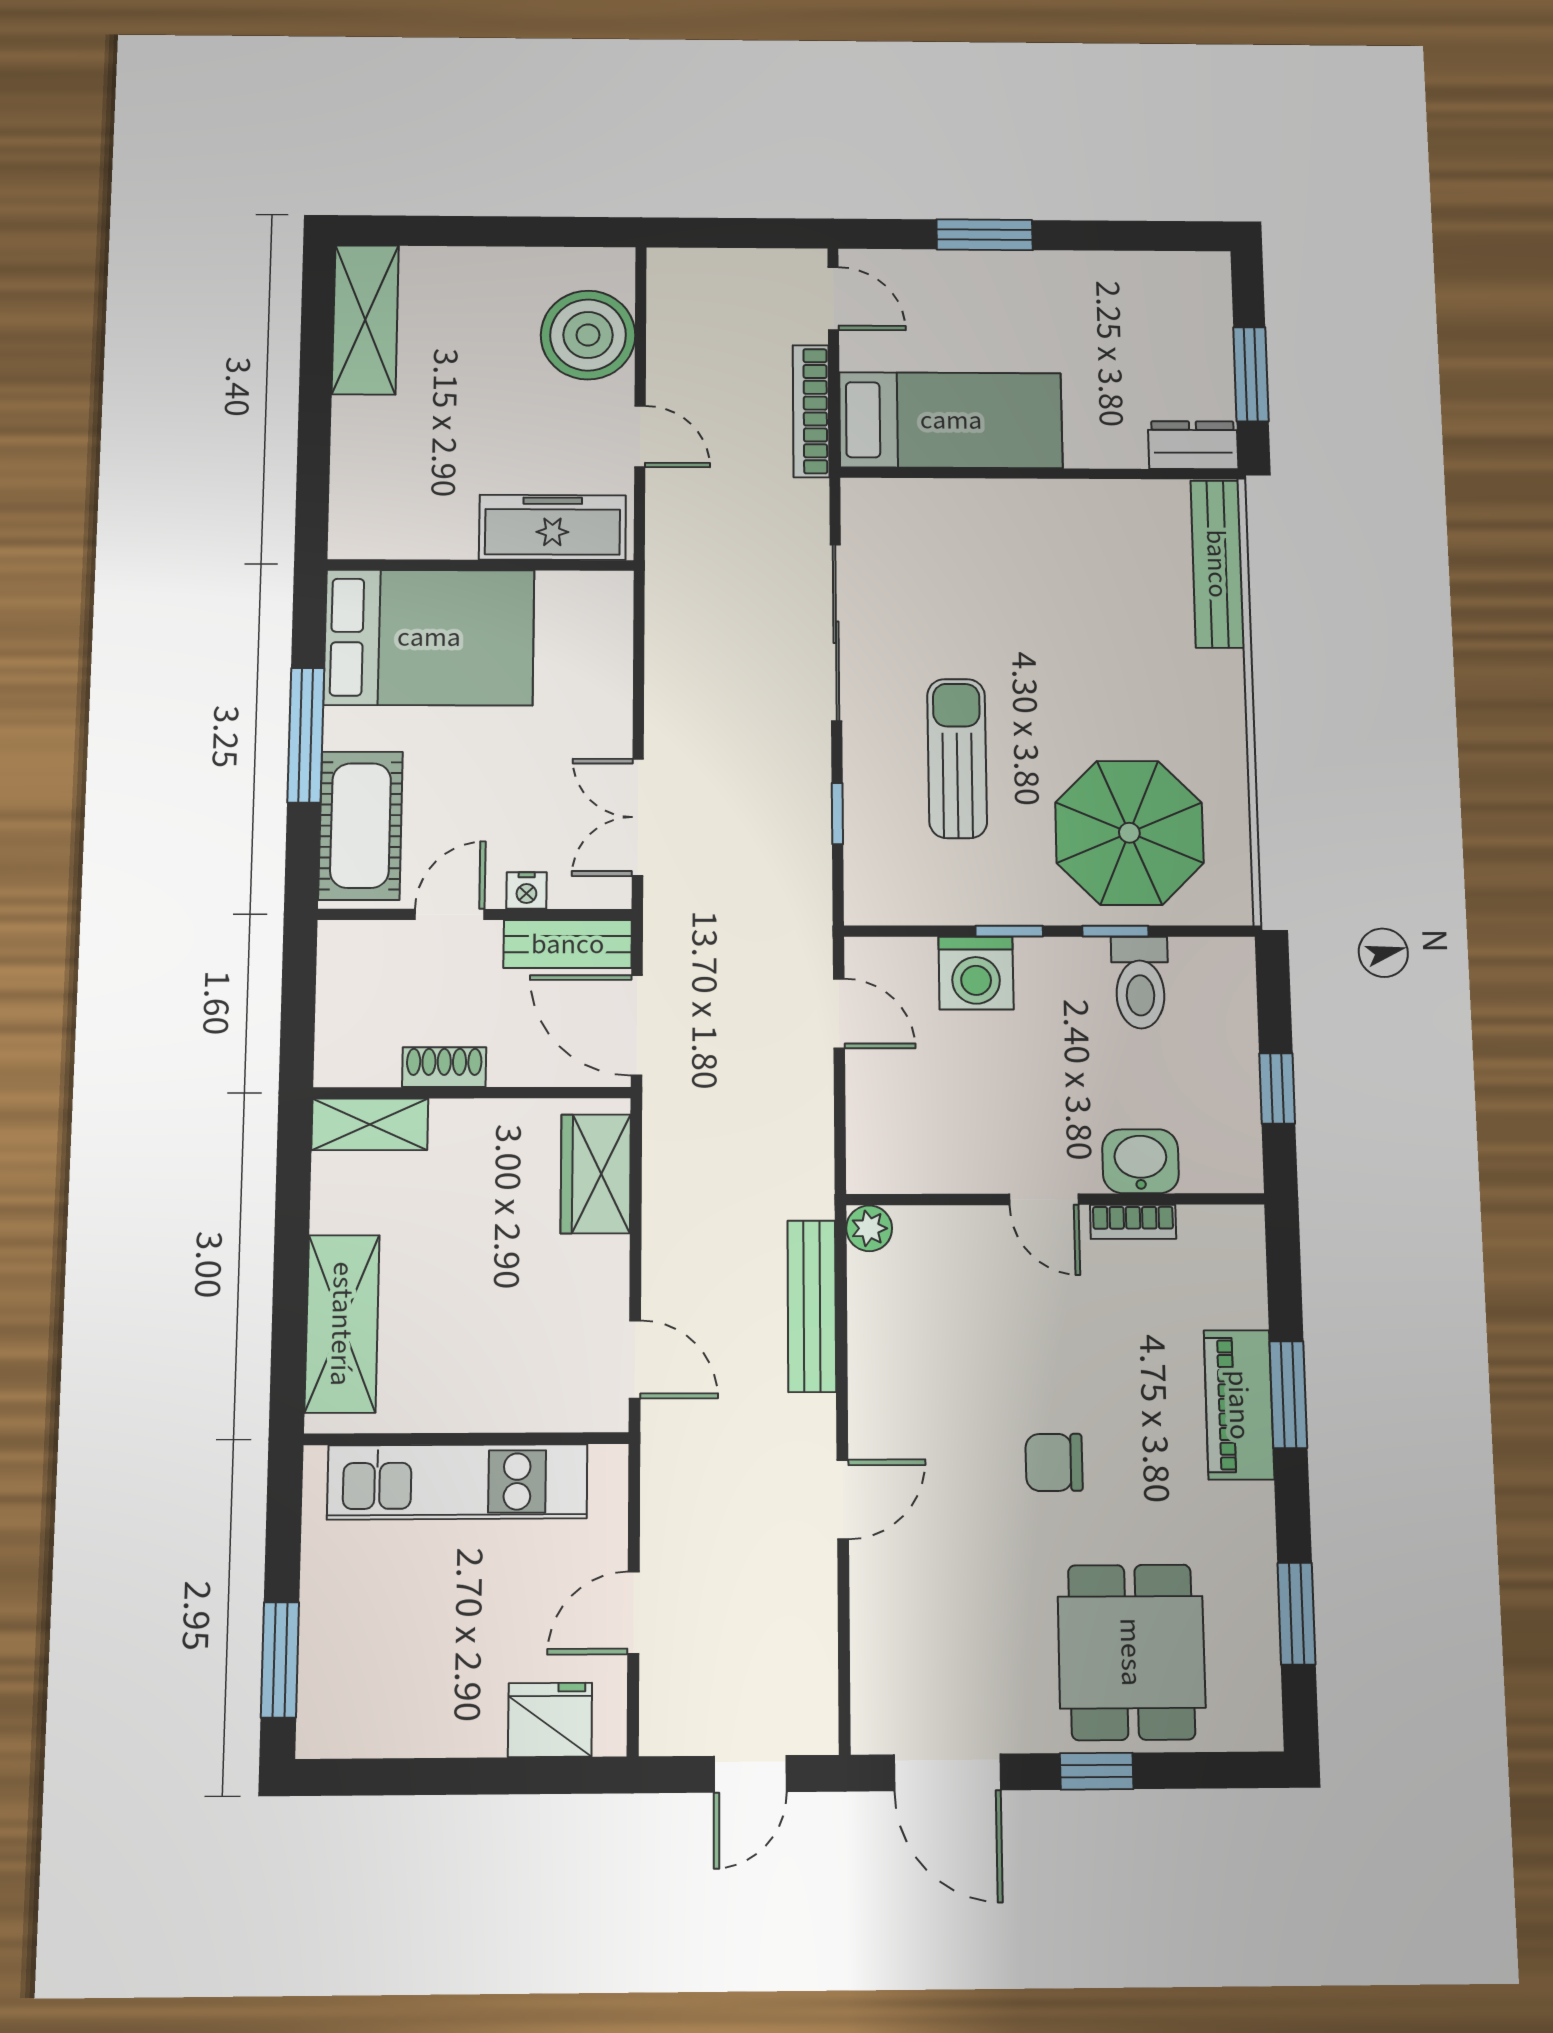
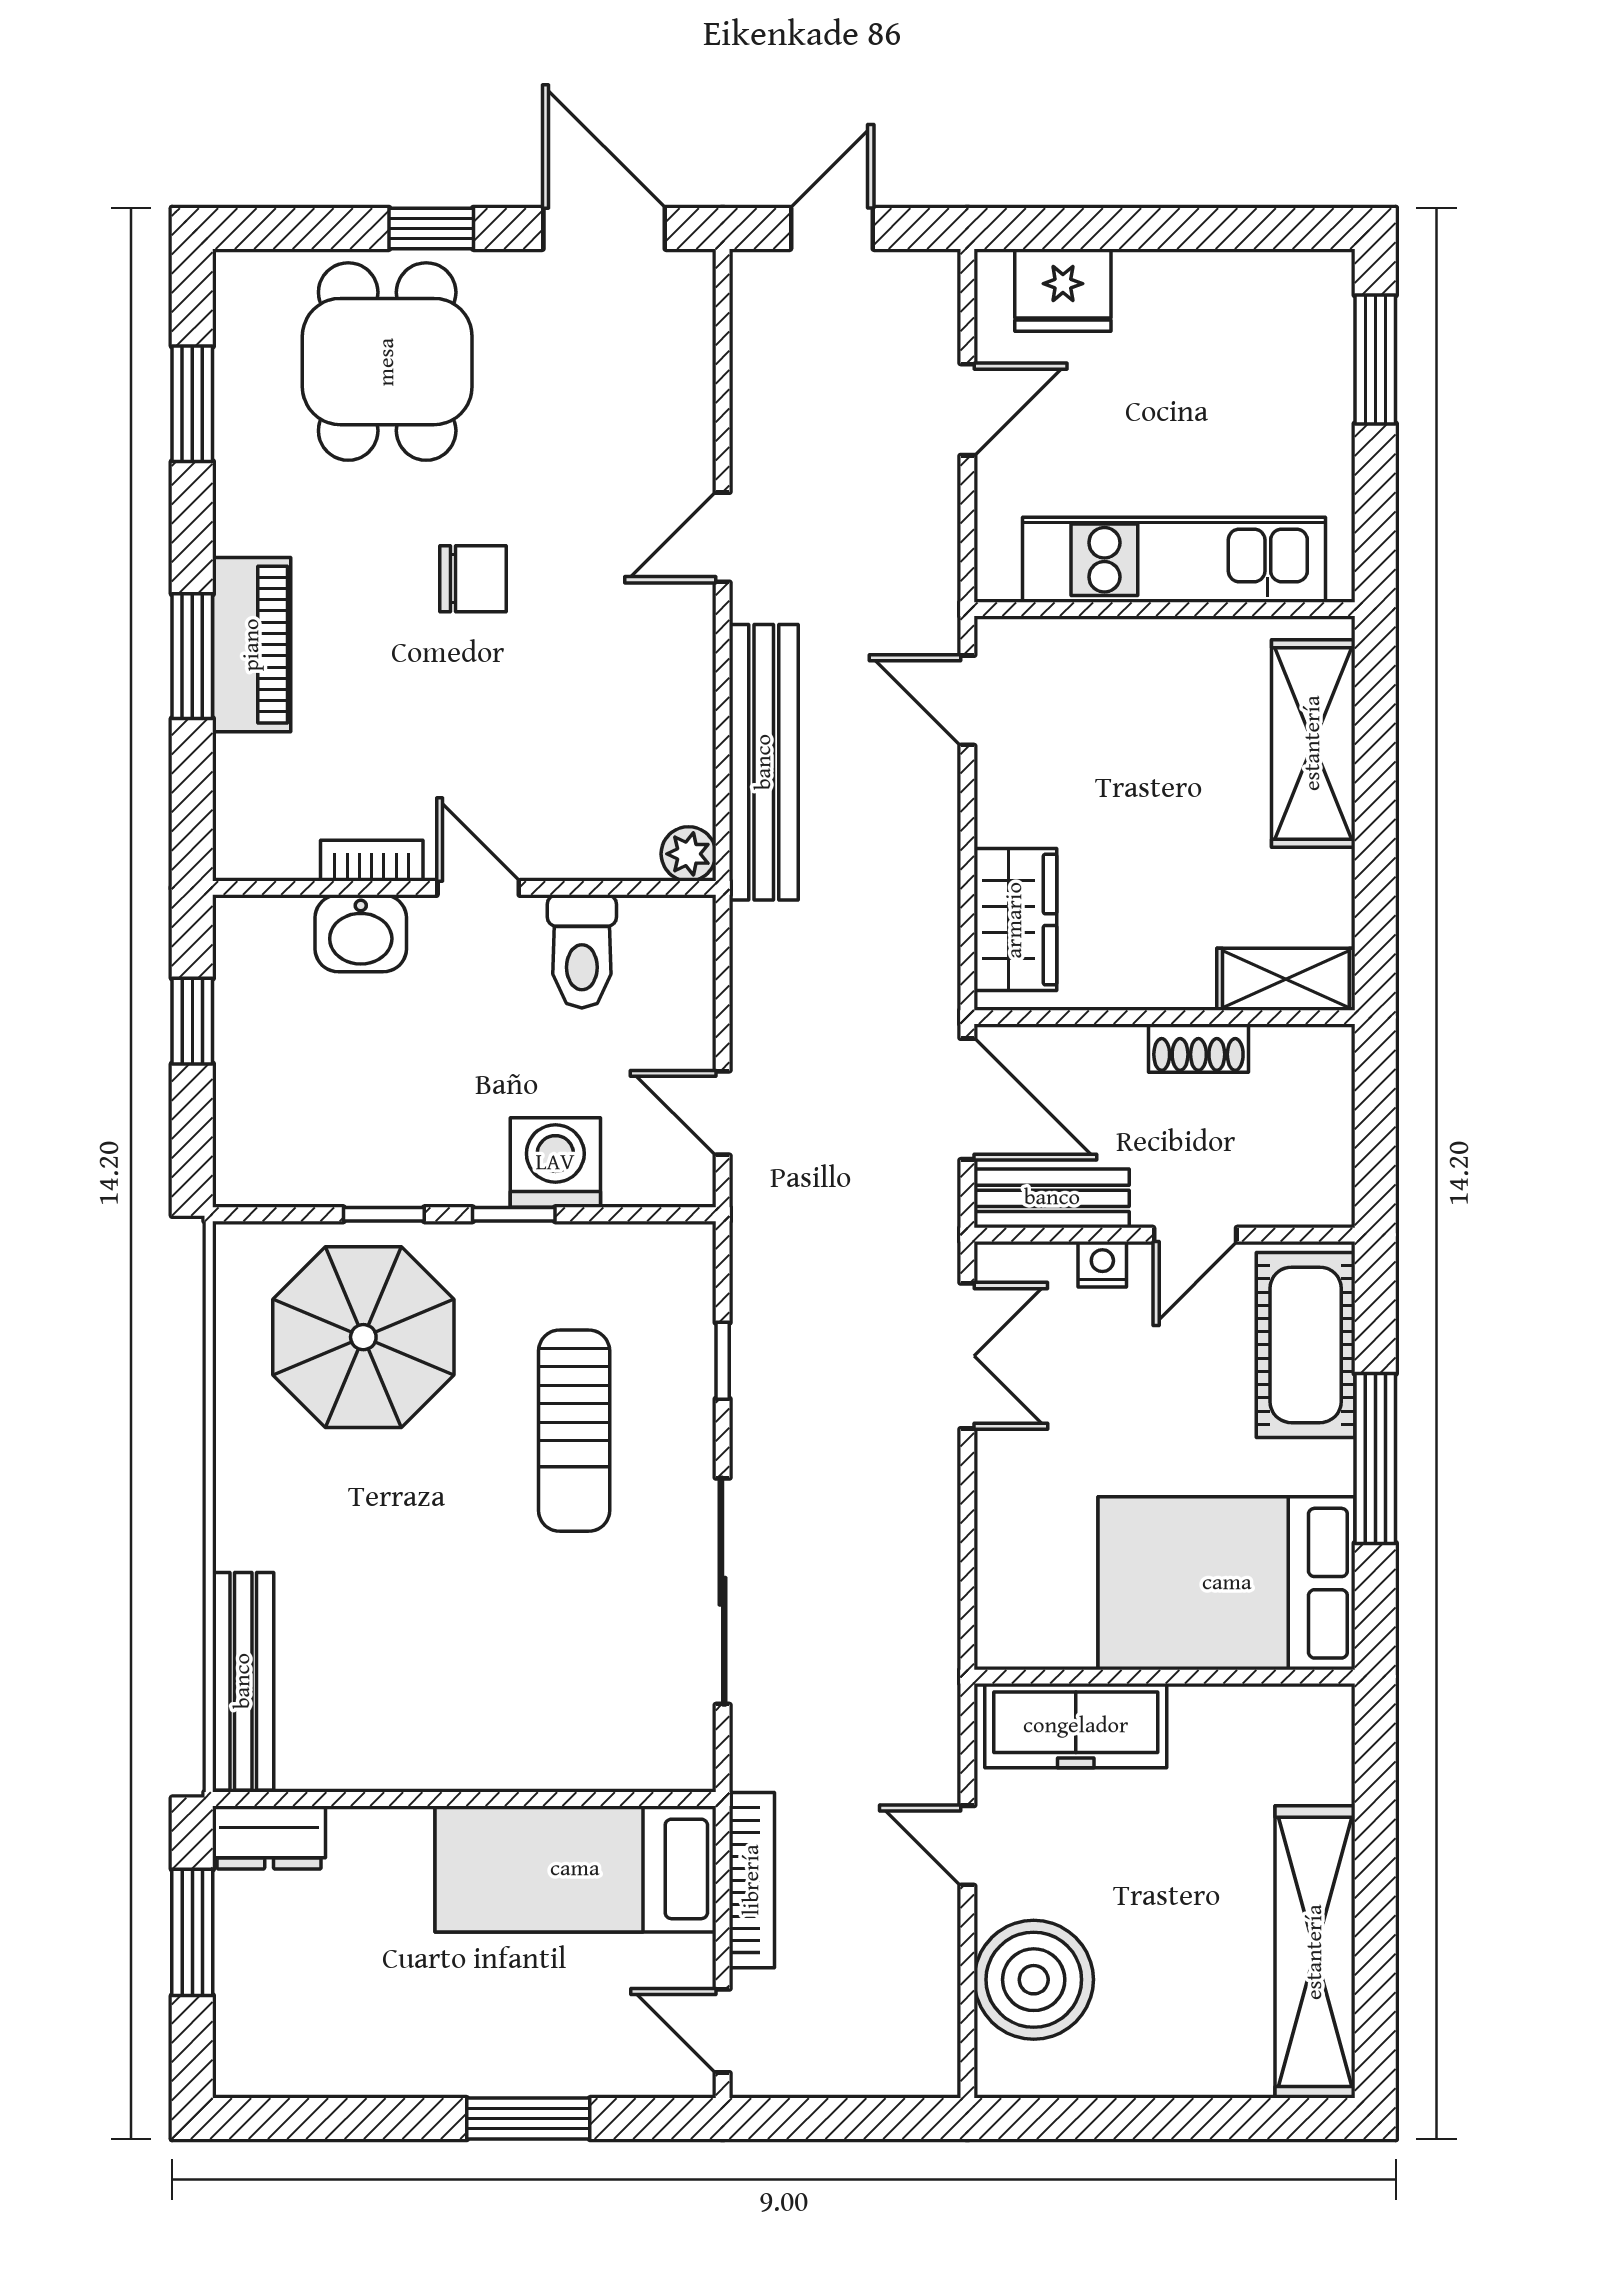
shelving: (365, 320) -> (1315, 1952), width x1.47
toilet: (1140, 982) -> (582, 951), moved, turned 180
bench: (812, 1306) -> (764, 762), width x1.37, depth x1.21

